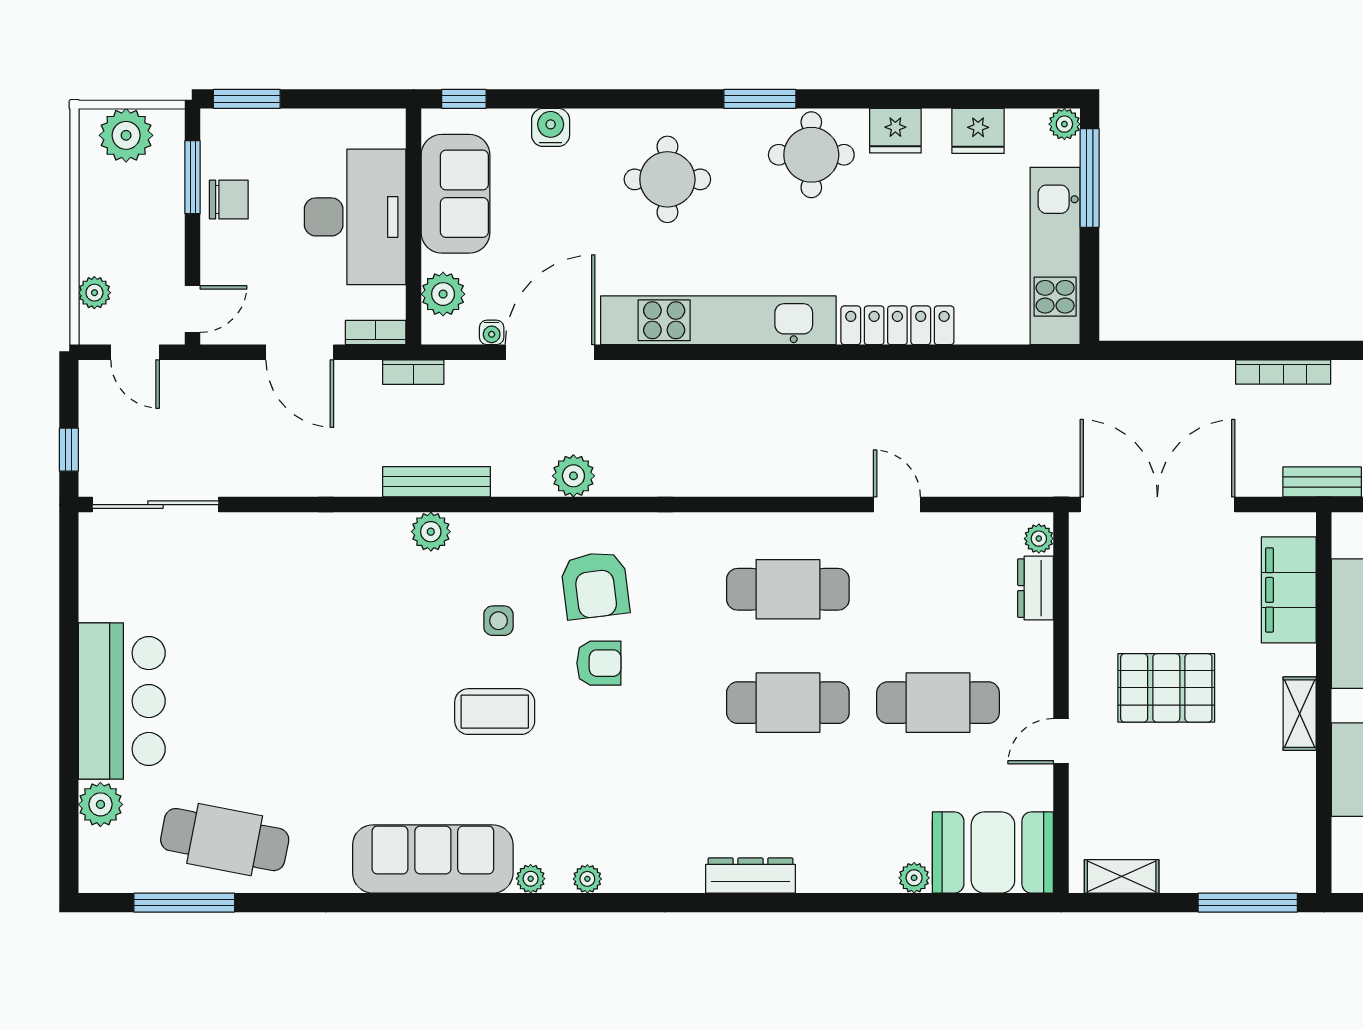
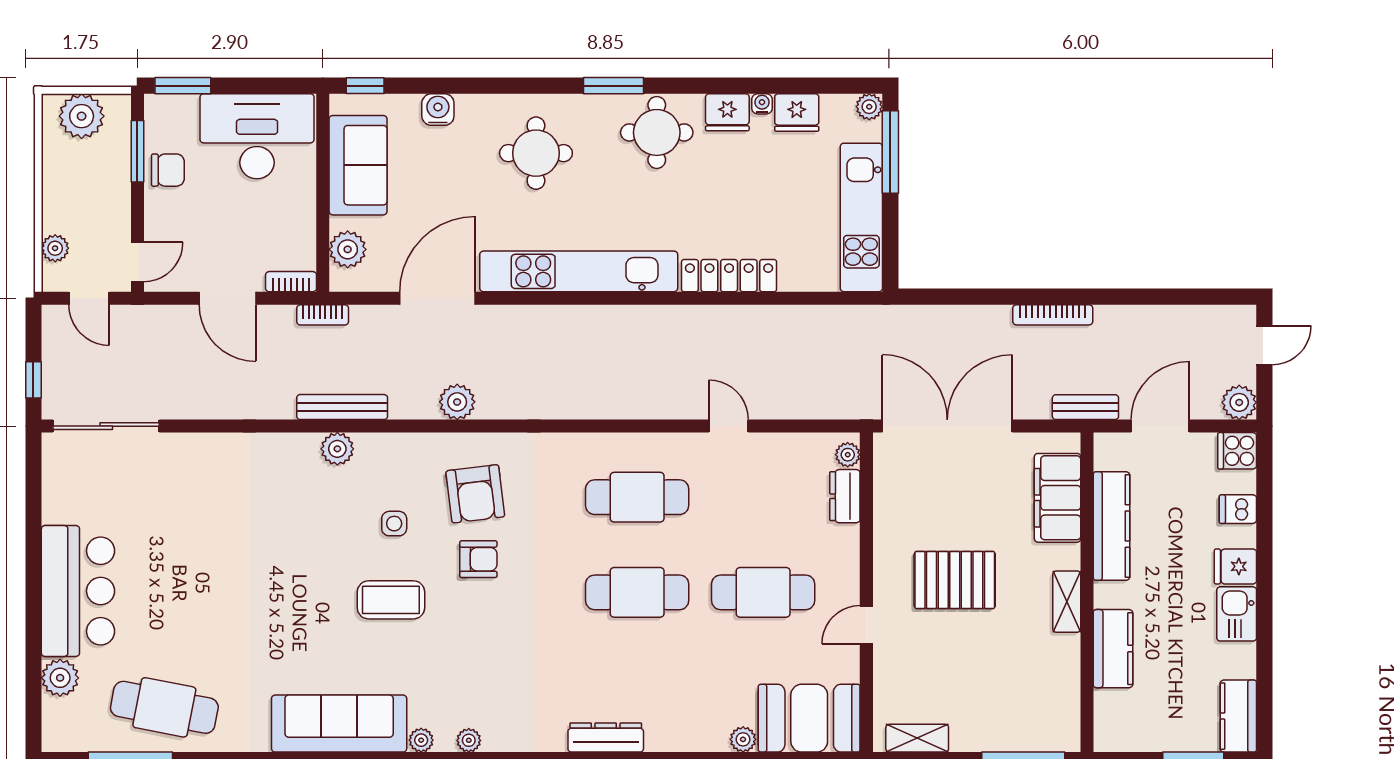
desk: (355, 217) -> (257, 136), moved, turned -90
water cooler: (492, 332) -> (762, 104), moved, turned 180

